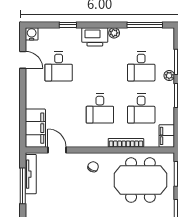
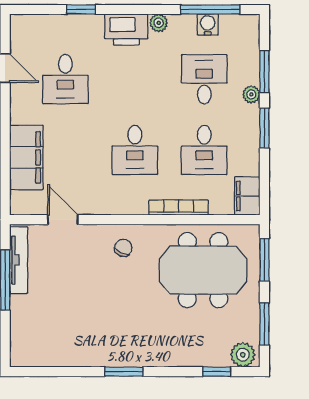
water cooler: (32, 34) -> (208, 24), moved
desk: (141, 66) -> (204, 79), turned 180
filing cabinet: (35, 128) -> (26, 157), moved

